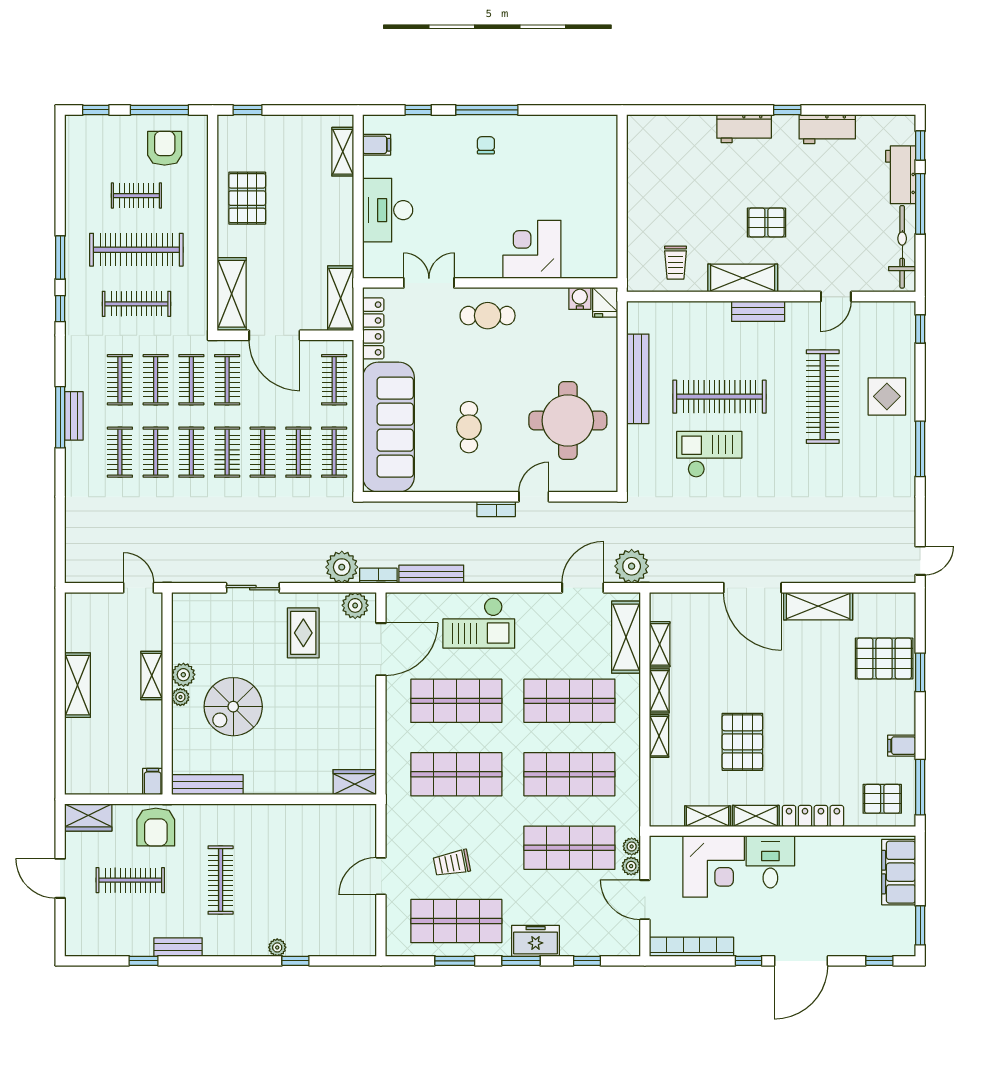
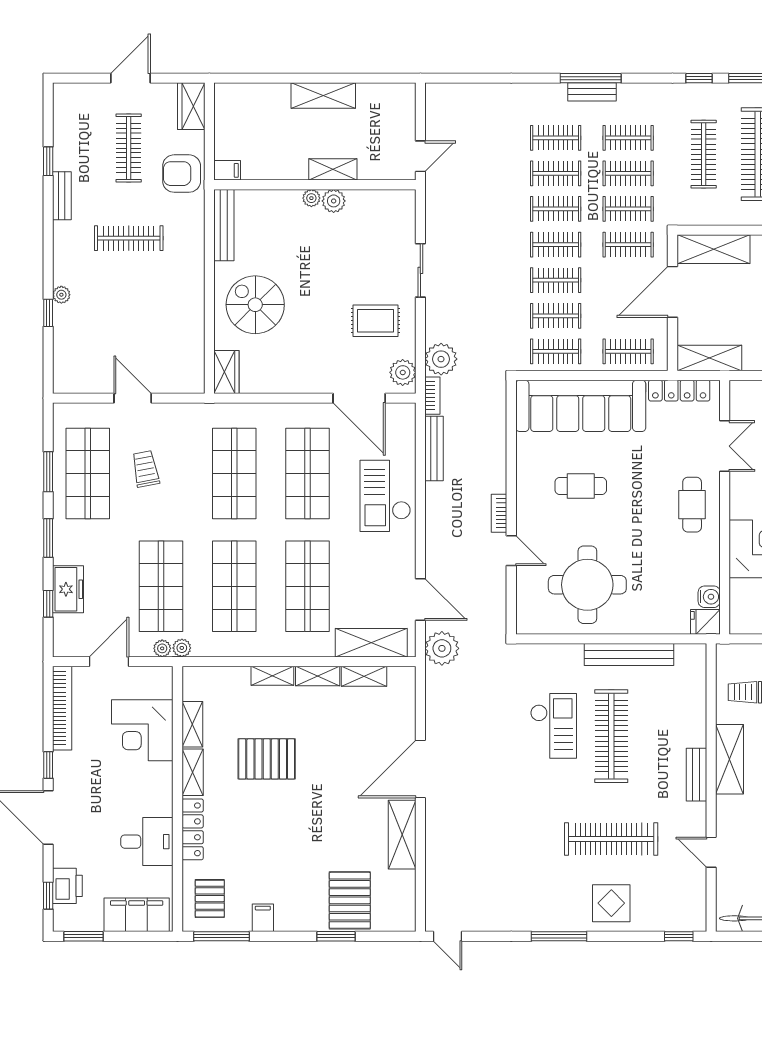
spiral stairs: (233, 707) -> (255, 305), moved
desk: (770, 862) -> (147, 842), moved
plant: (631, 866) -> (182, 648), moved
freezer: (536, 941) -> (68, 589), moved
printer: (870, 941) -> (67, 886), added

